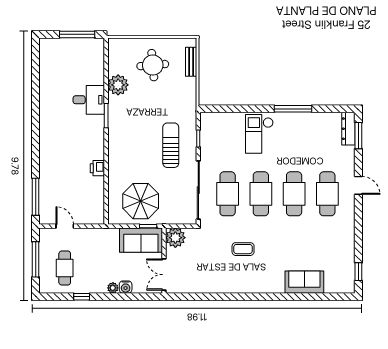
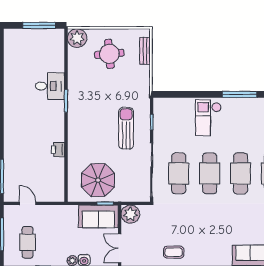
plant: (118, 85) -> (77, 38), moved
coffee table: (243, 249) -> (174, 252), moved

